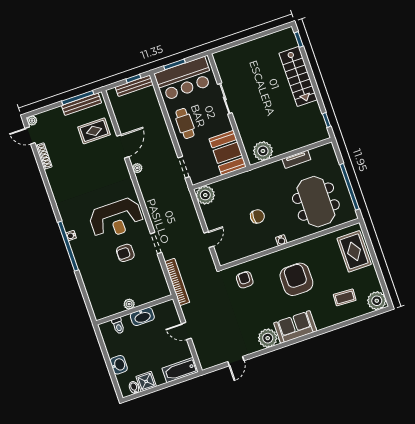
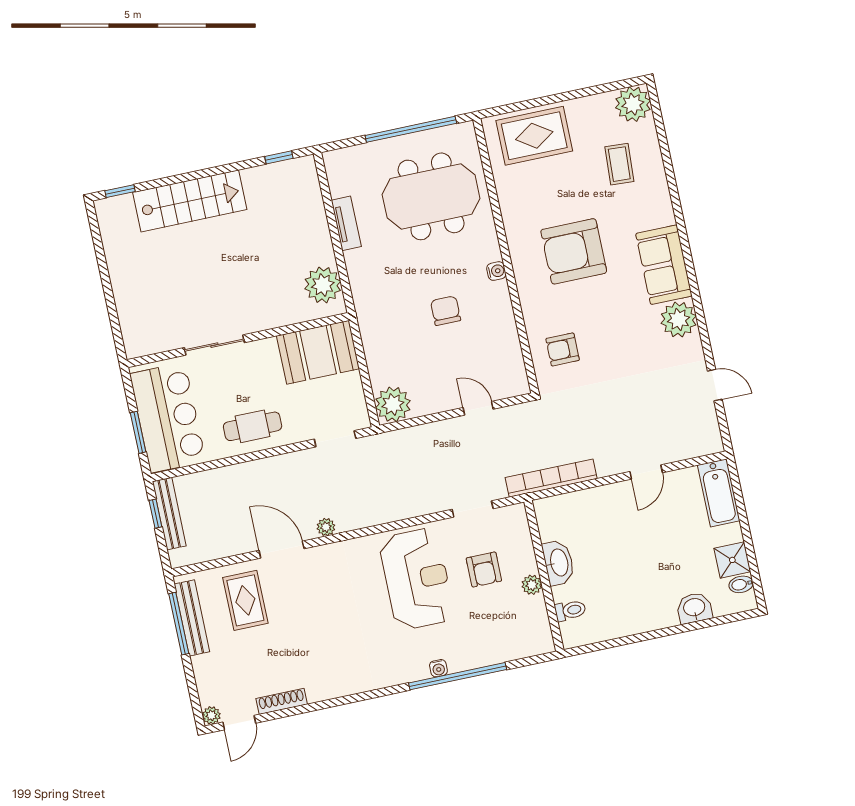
plant: (129, 304) -> (532, 585), moved
wall: (135, 310) -> (544, 576), moved
washbasin: (142, 317) -> (558, 563), moved
toilet: (118, 326) -> (570, 610), moved

